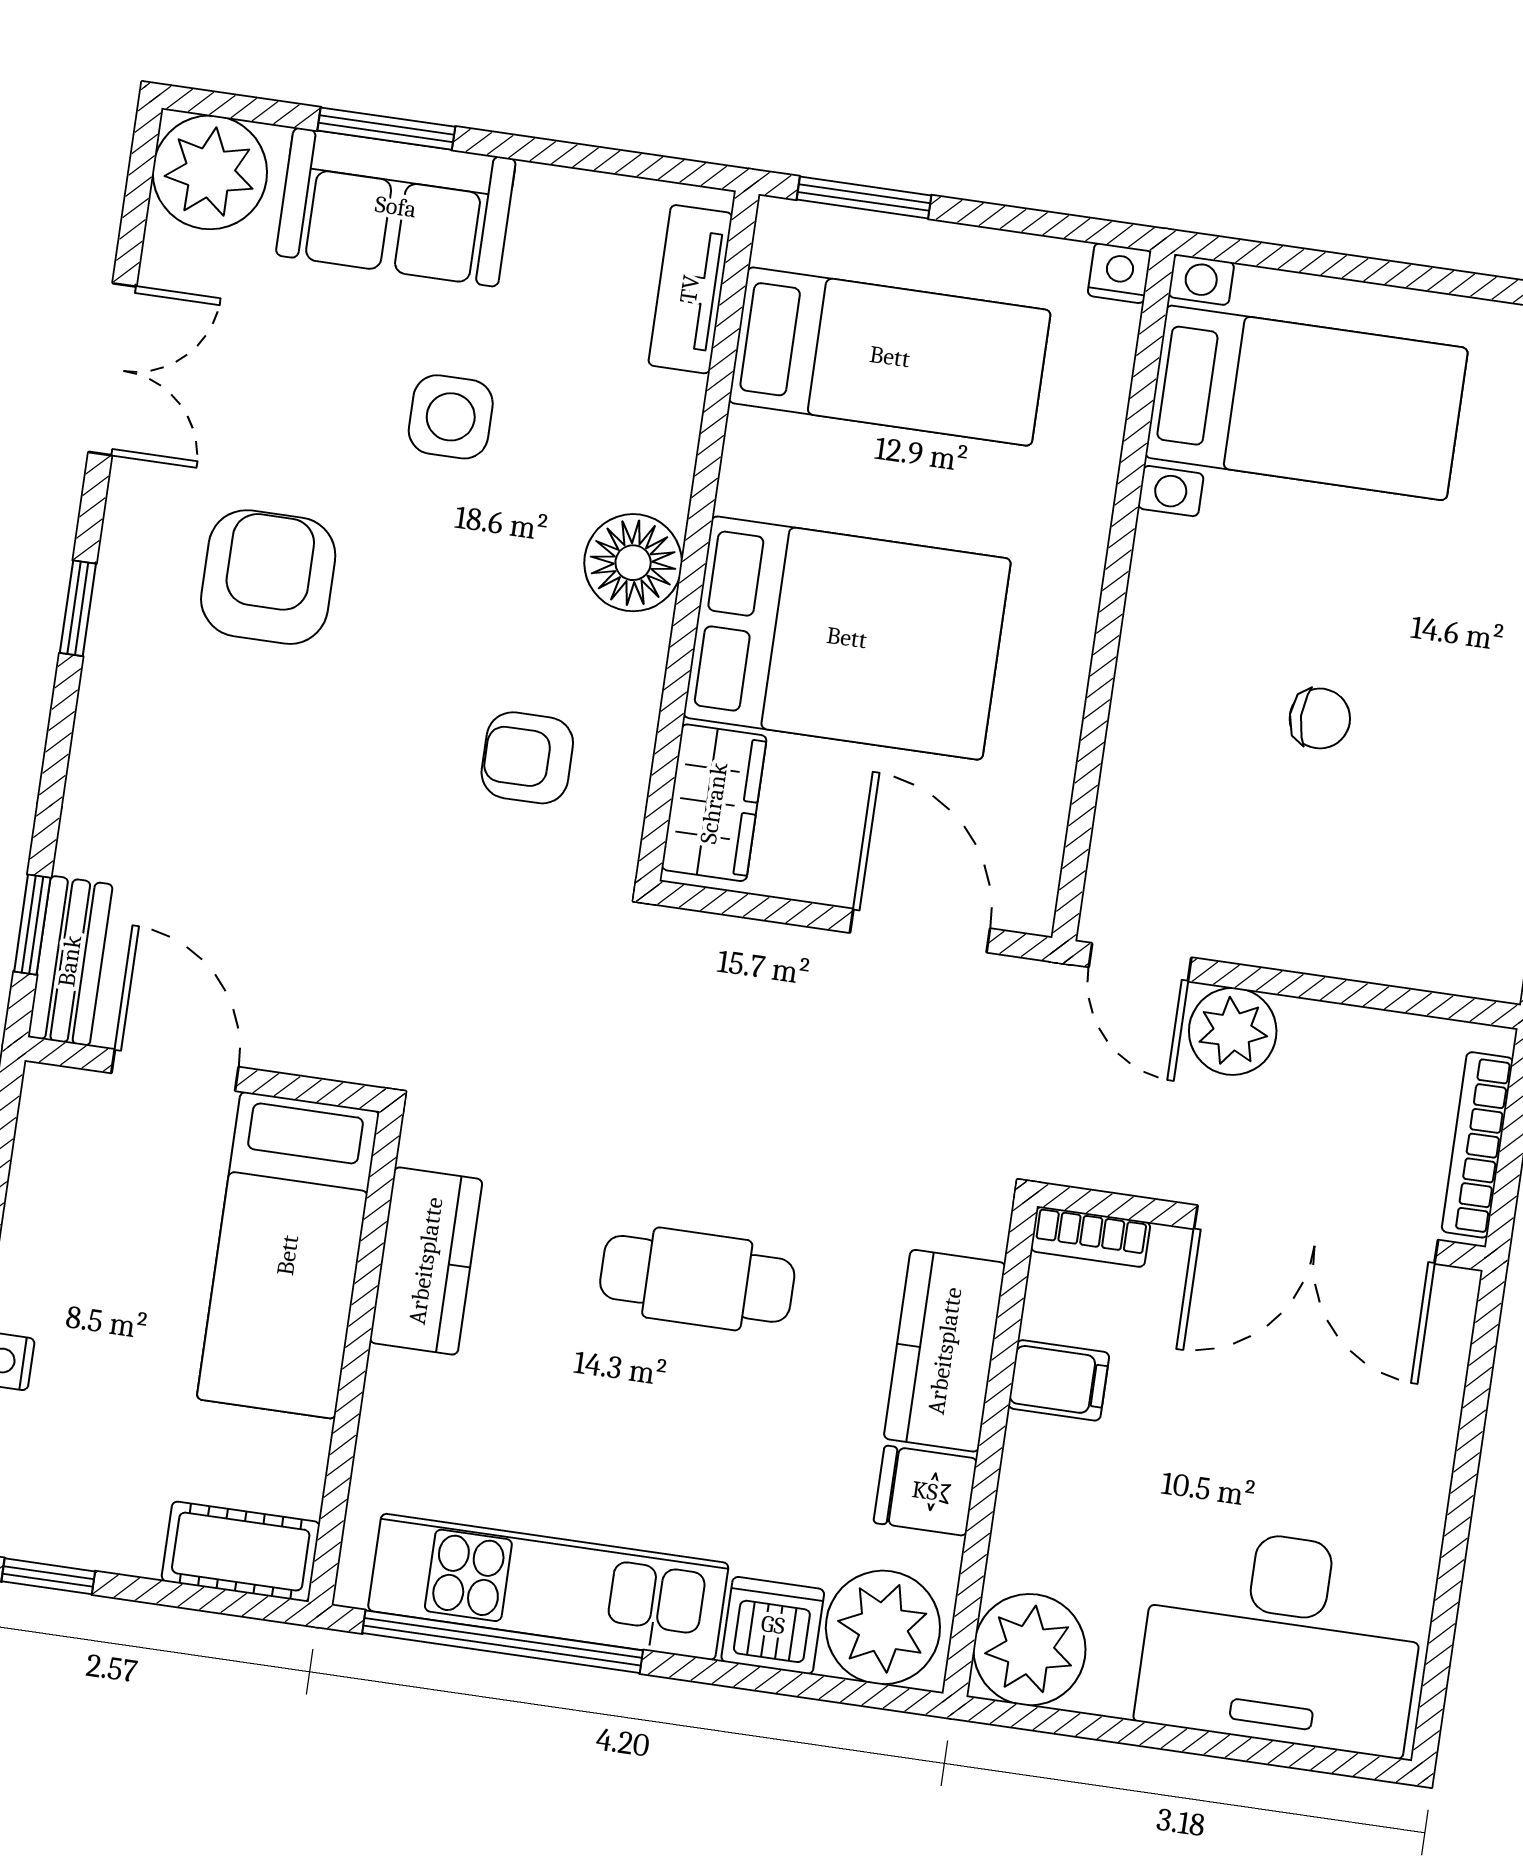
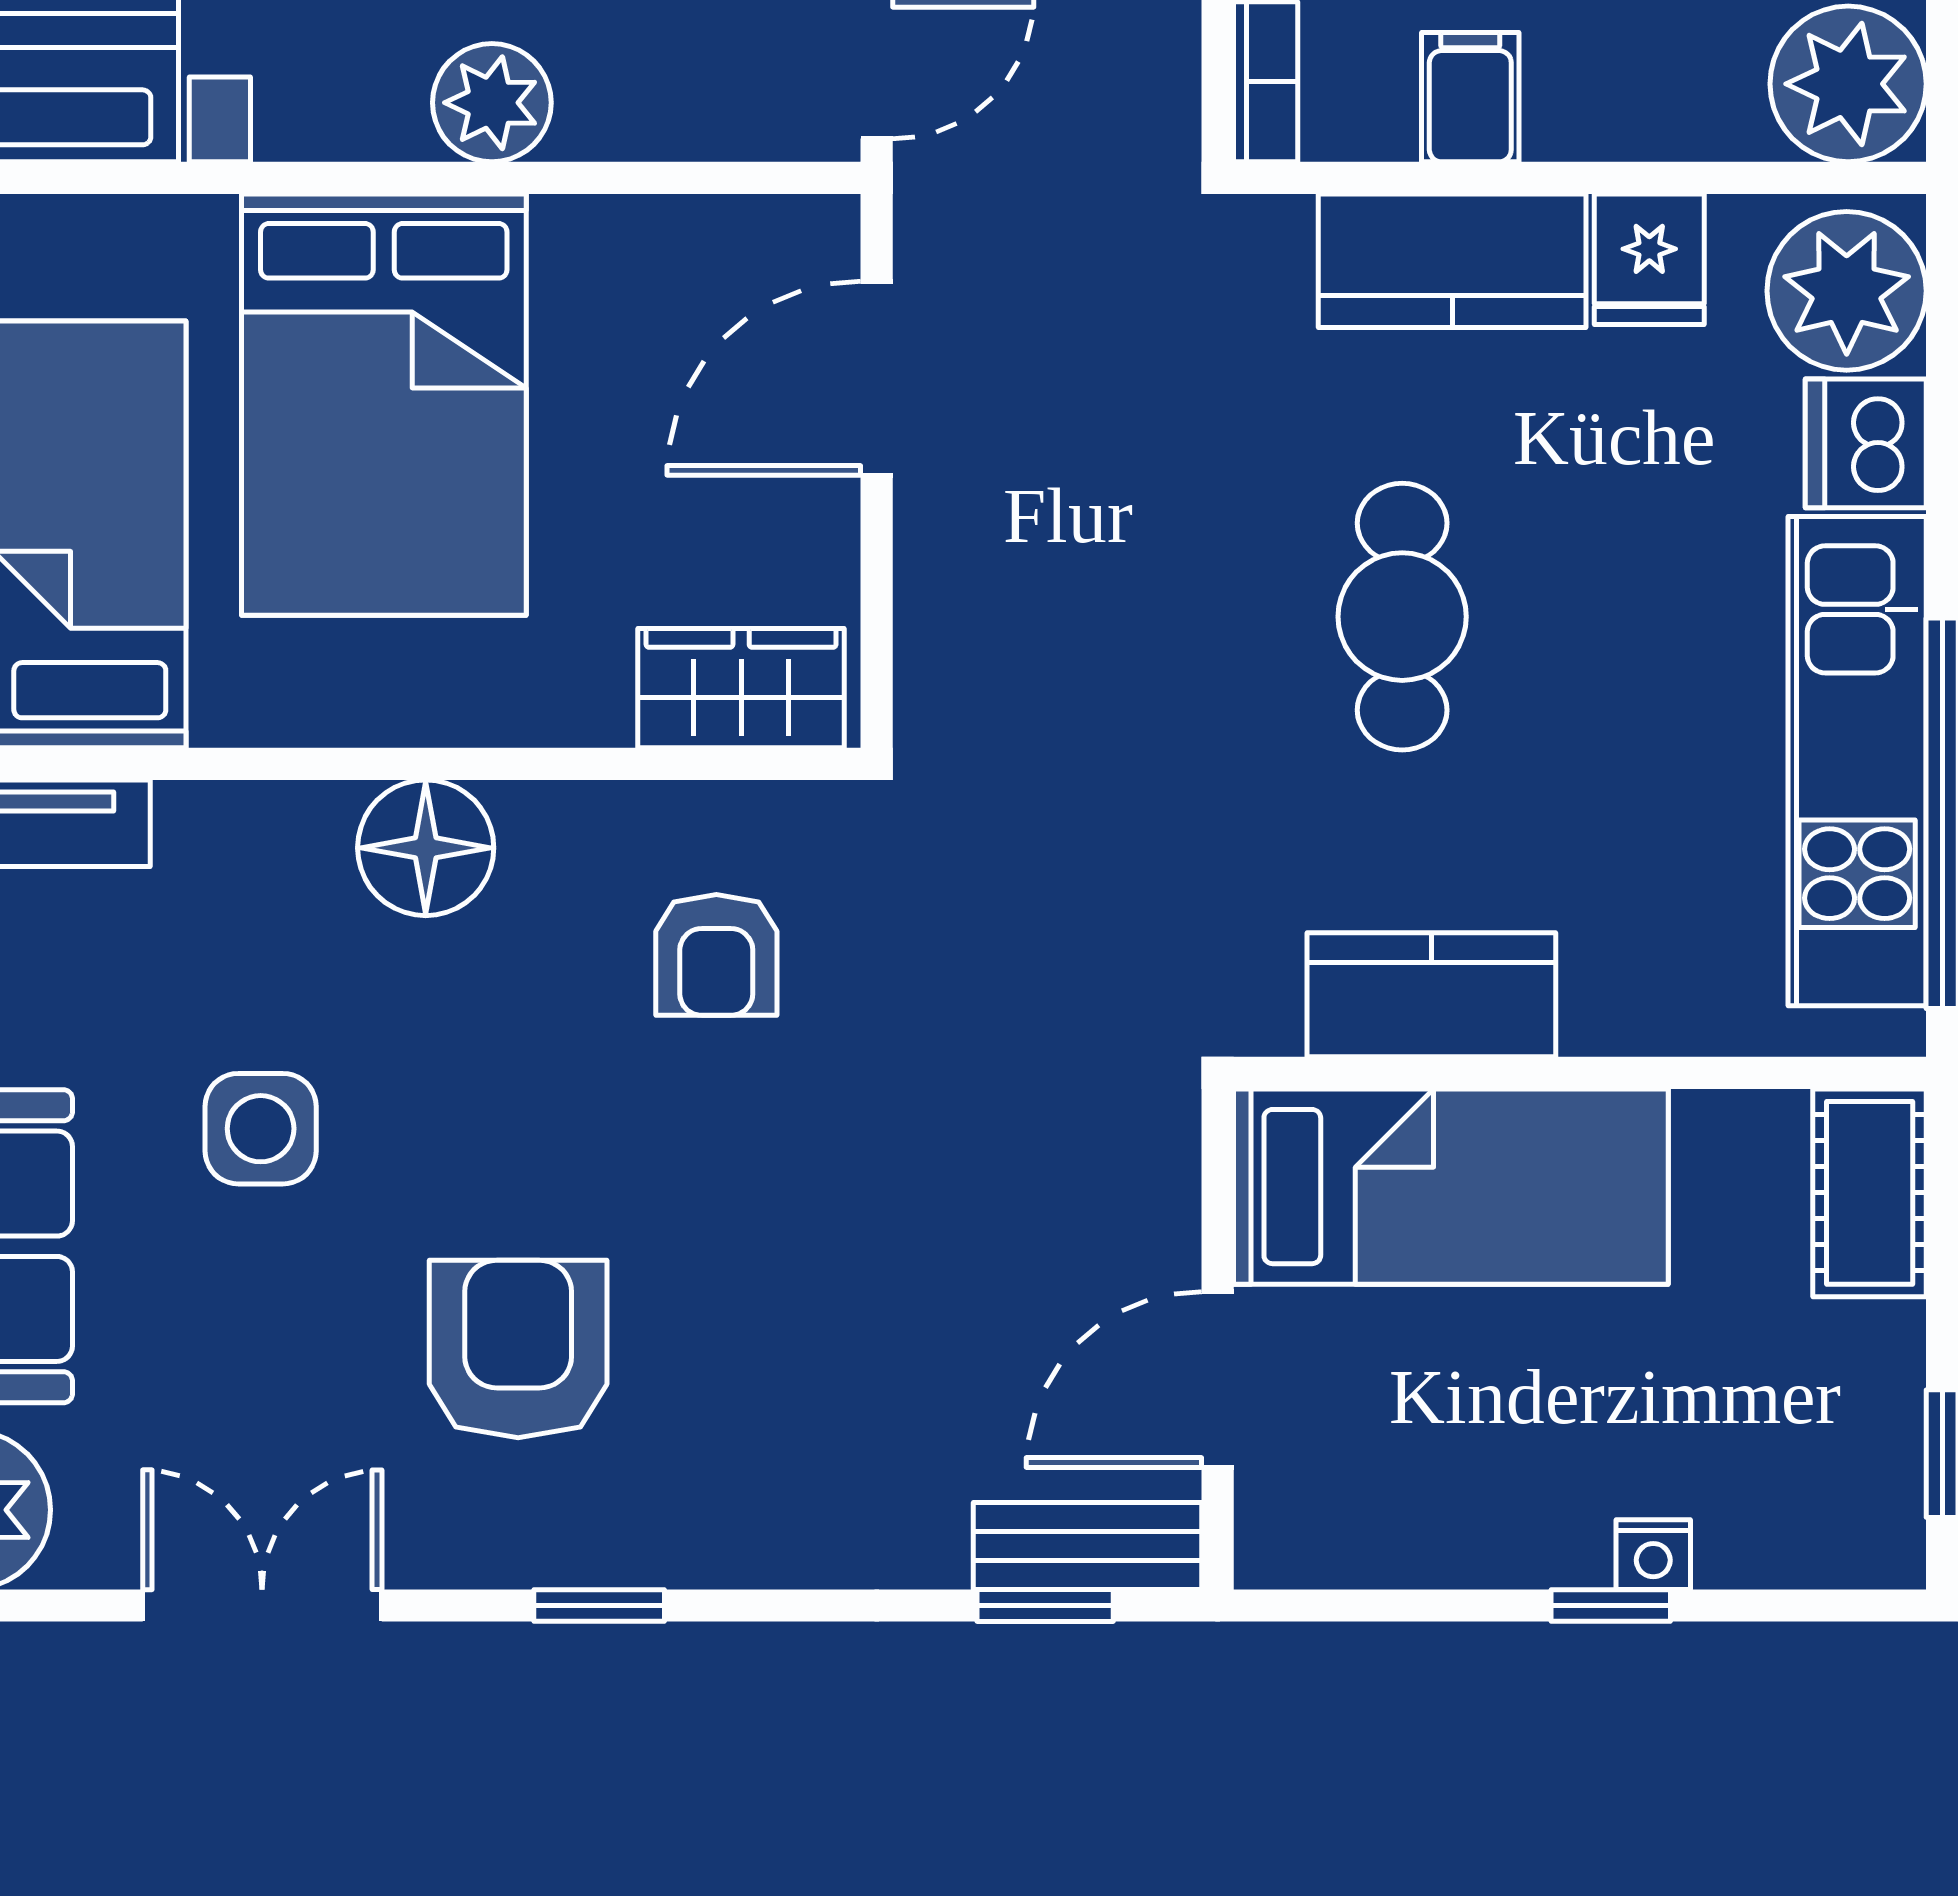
armchair: (268, 577) -> (518, 1349), turned 90
bed: (847, 638) -> (384, 405), moved, turned 180
plant: (1155, 686) -> (492, 103), added

